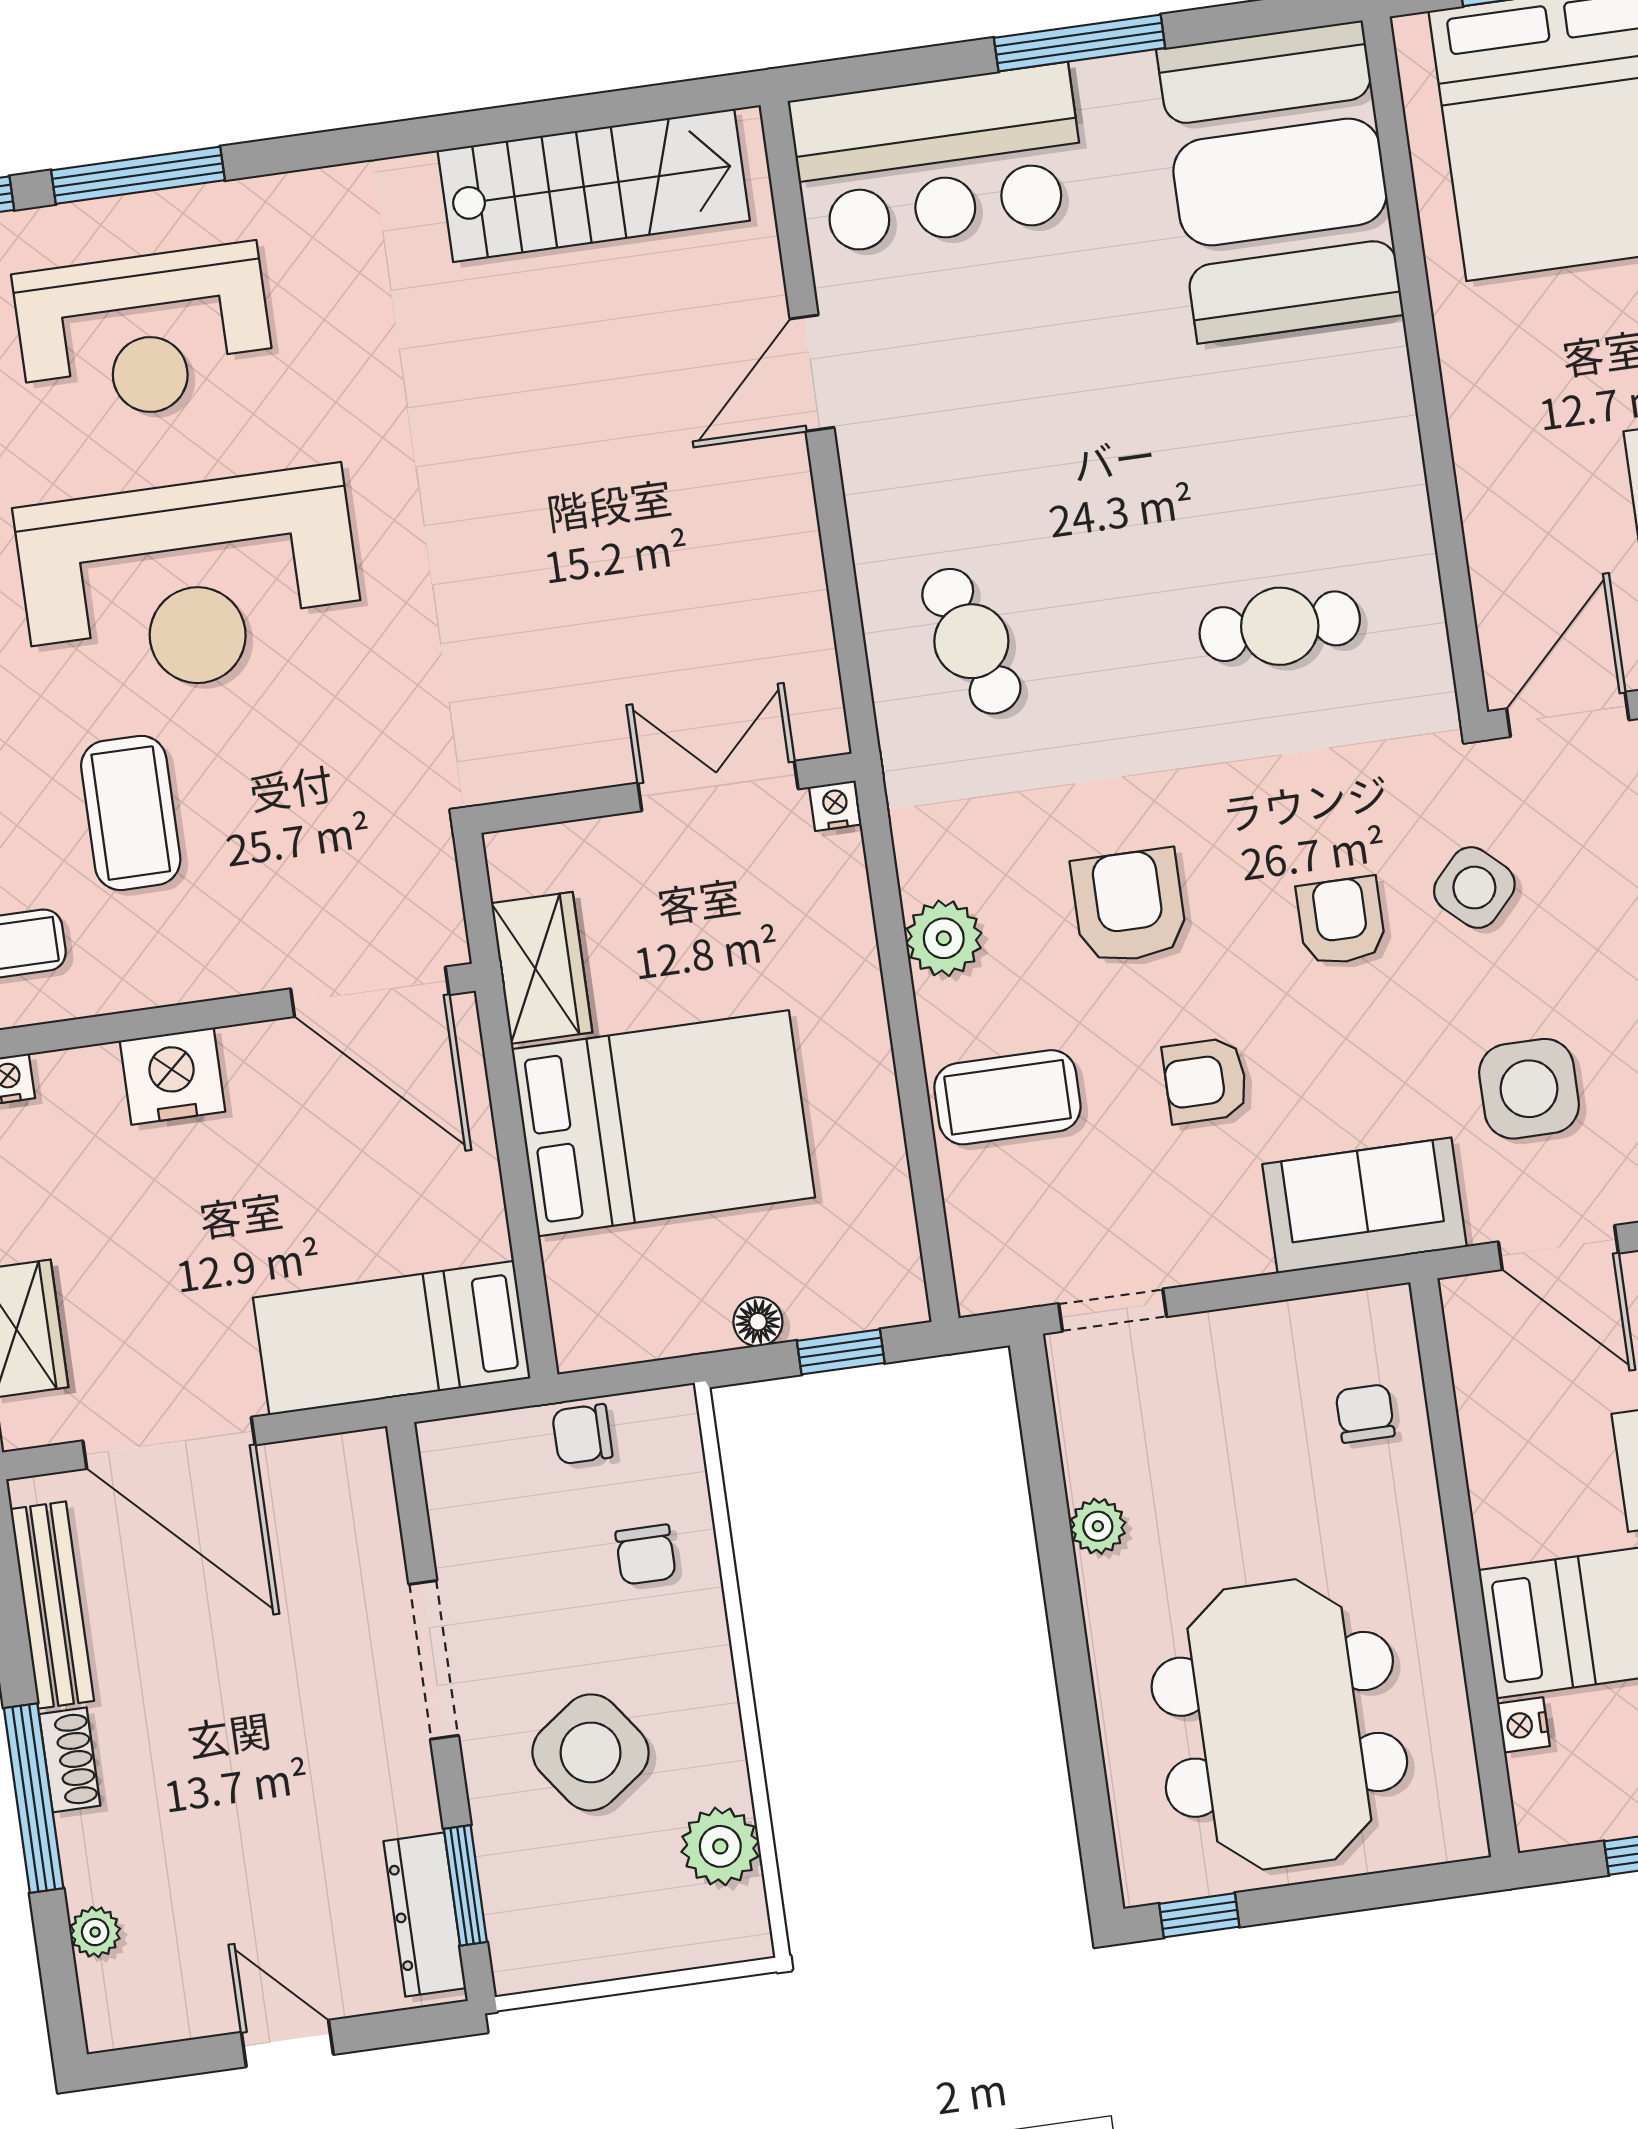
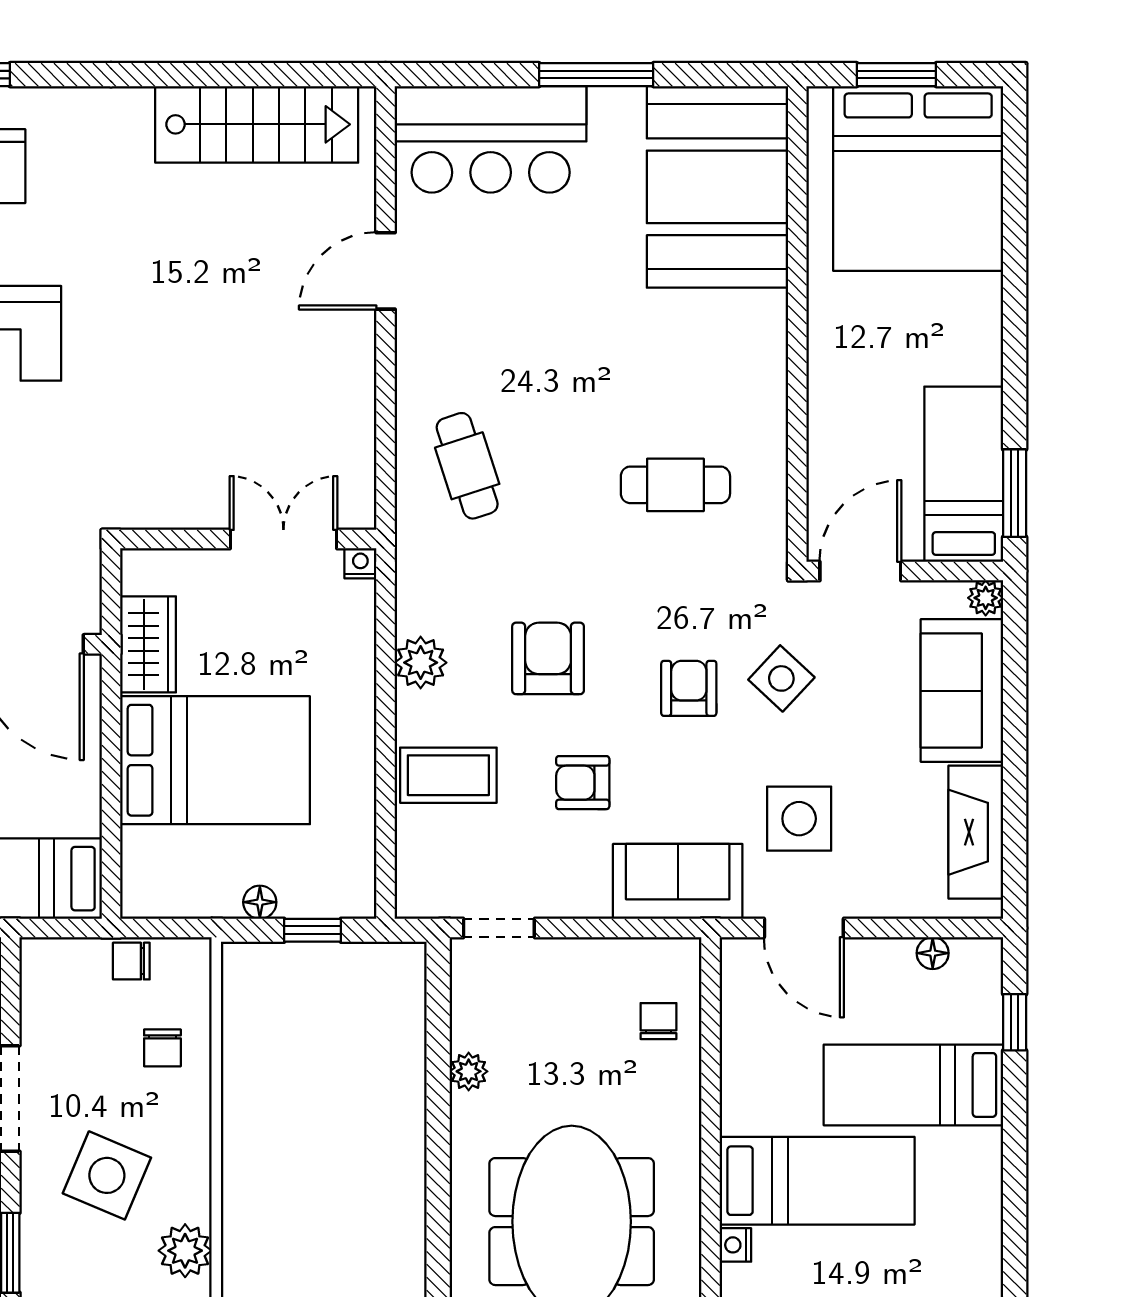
side table: (591, 1752) -> (107, 1175), turned -31

